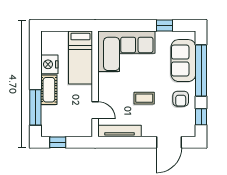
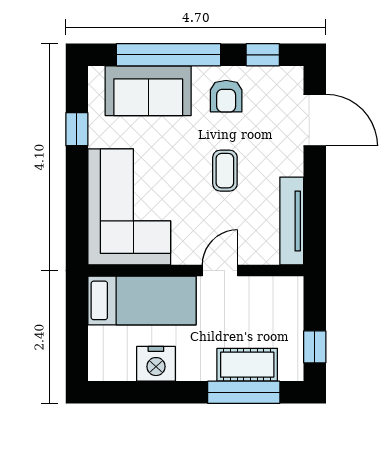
cot: (49, 90) -> (247, 365), moved
armchair: (181, 99) -> (226, 96), turned 90
door: (95, 110) -> (220, 271), moved

